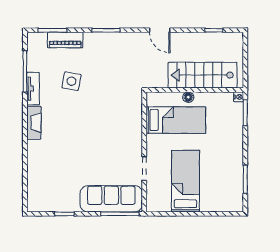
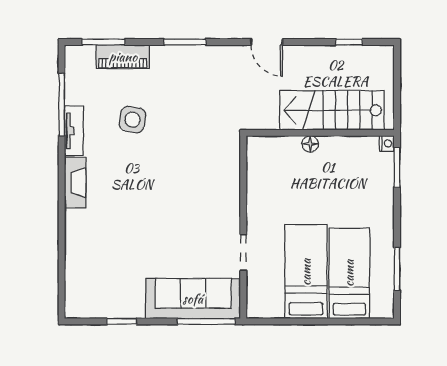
bed: (176, 120) -> (349, 273), moved, turned -90

